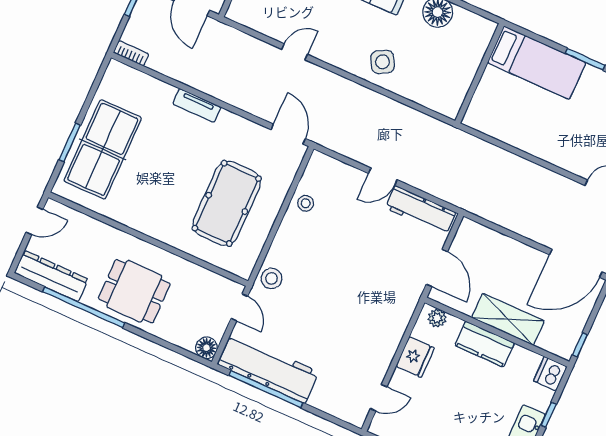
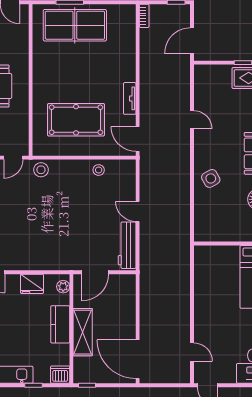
tv unit: (197, 105) -> (130, 98), moved
door: (288, 134) -> (138, 139), swing flipped

